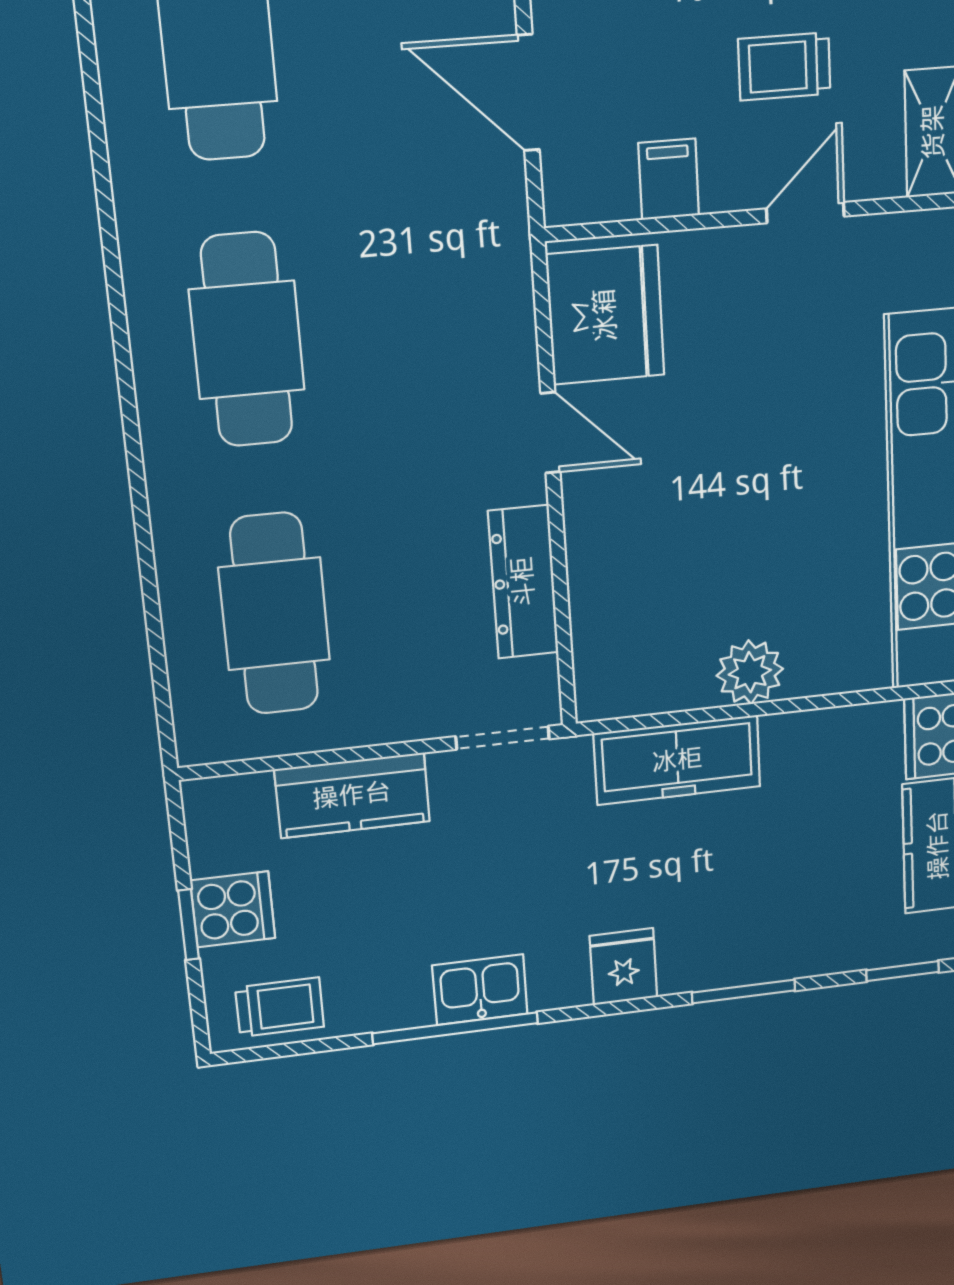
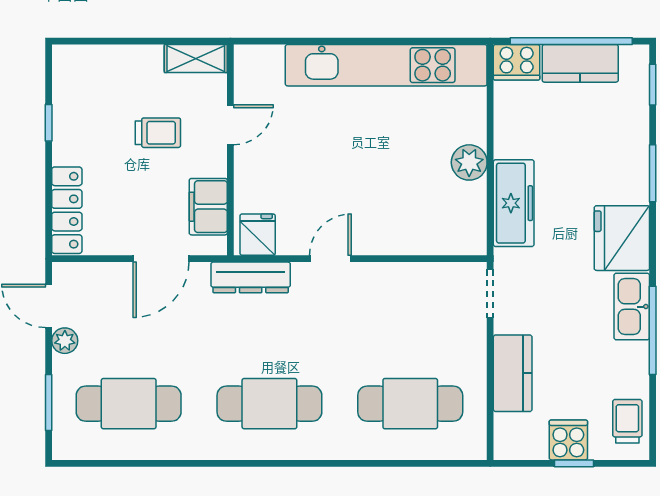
trolley: (784, 66) -> (158, 133), turned -90
filing cabinet: (669, 179) -> (208, 207), width x2.00
door: (805, 213) -> (230, 125), swing flipped
fridge: (605, 315) -> (258, 235), width x0.53, depth x0.75
dresser: (523, 582) -> (251, 277), moved
fridge: (623, 967) -> (622, 238), width x1.88, depth x1.34
kitchen sink: (480, 990) -> (632, 307), width x1.38

